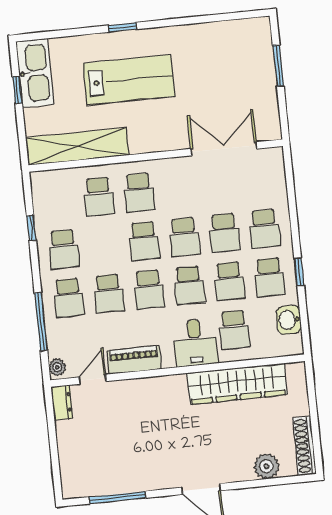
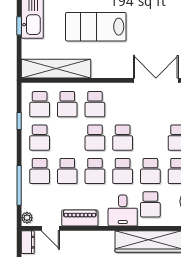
lab bench: (129, 80) -> (96, 27), turned 180
school desk: (224, 233) -> (40, 104), moved
door: (93, 379) -> (50, 228), swing flipped

